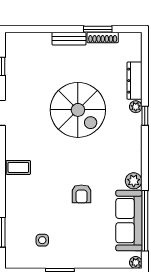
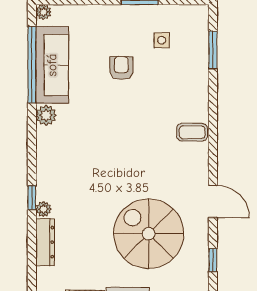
spiral stairs: (78, 110) -> (149, 234), moved
armchair: (81, 194) -> (121, 68), moved

